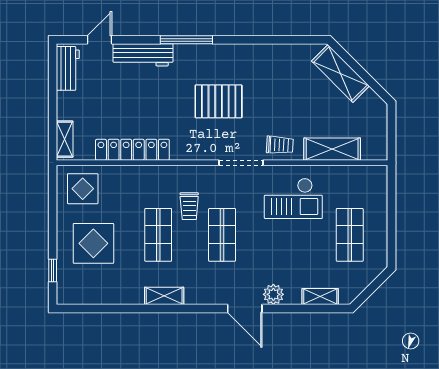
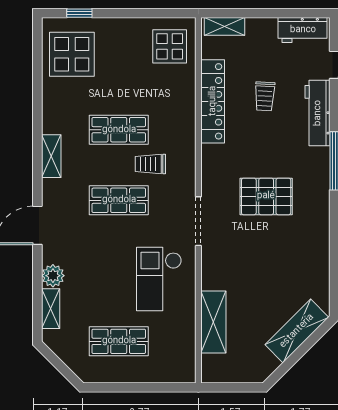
pallet: (219, 101) -> (266, 196), turned 90
trolley: (280, 145) -> (265, 96), moved
display table: (93, 243) -> (72, 54), moved
plant: (273, 294) -> (53, 276), moved
shelving: (164, 296) -> (51, 156), moved

